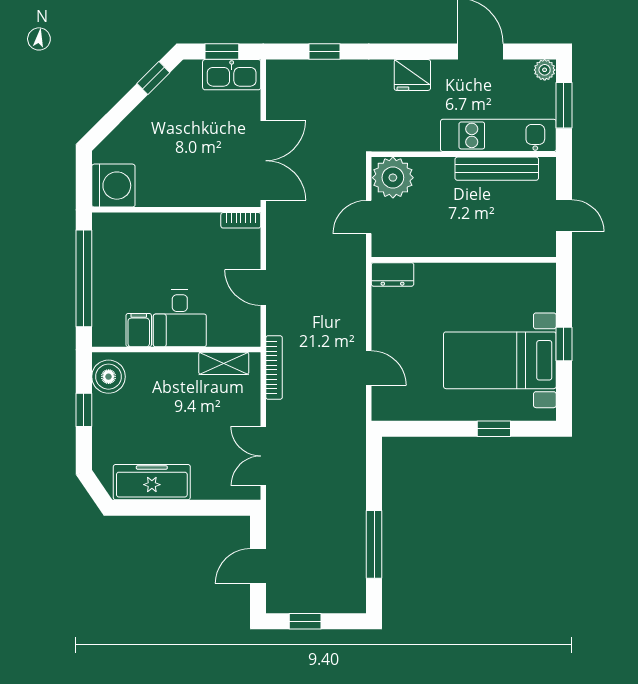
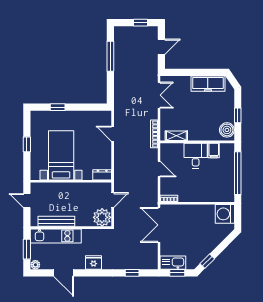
bed with nightstands: (500, 360) -> (61, 155), moved, turned -90

